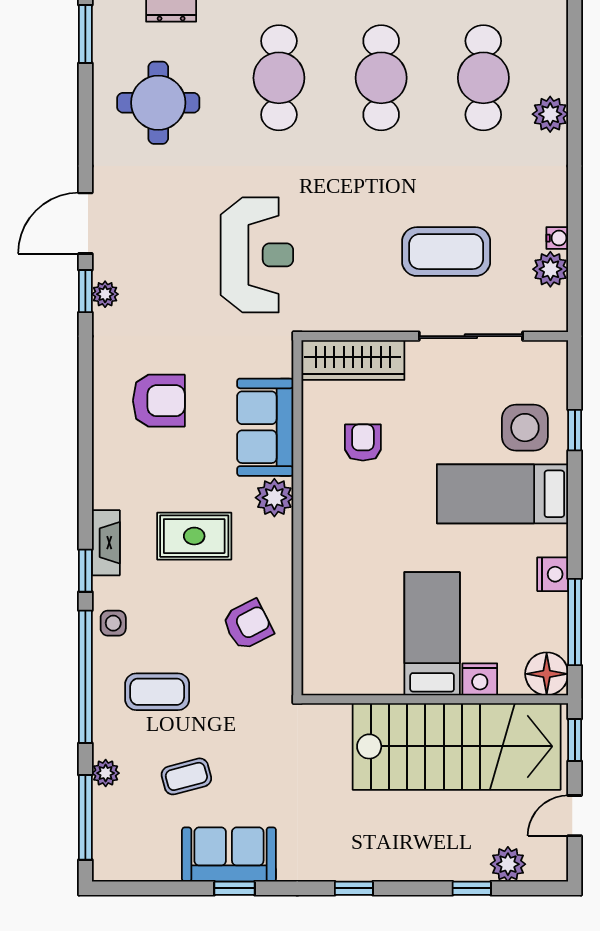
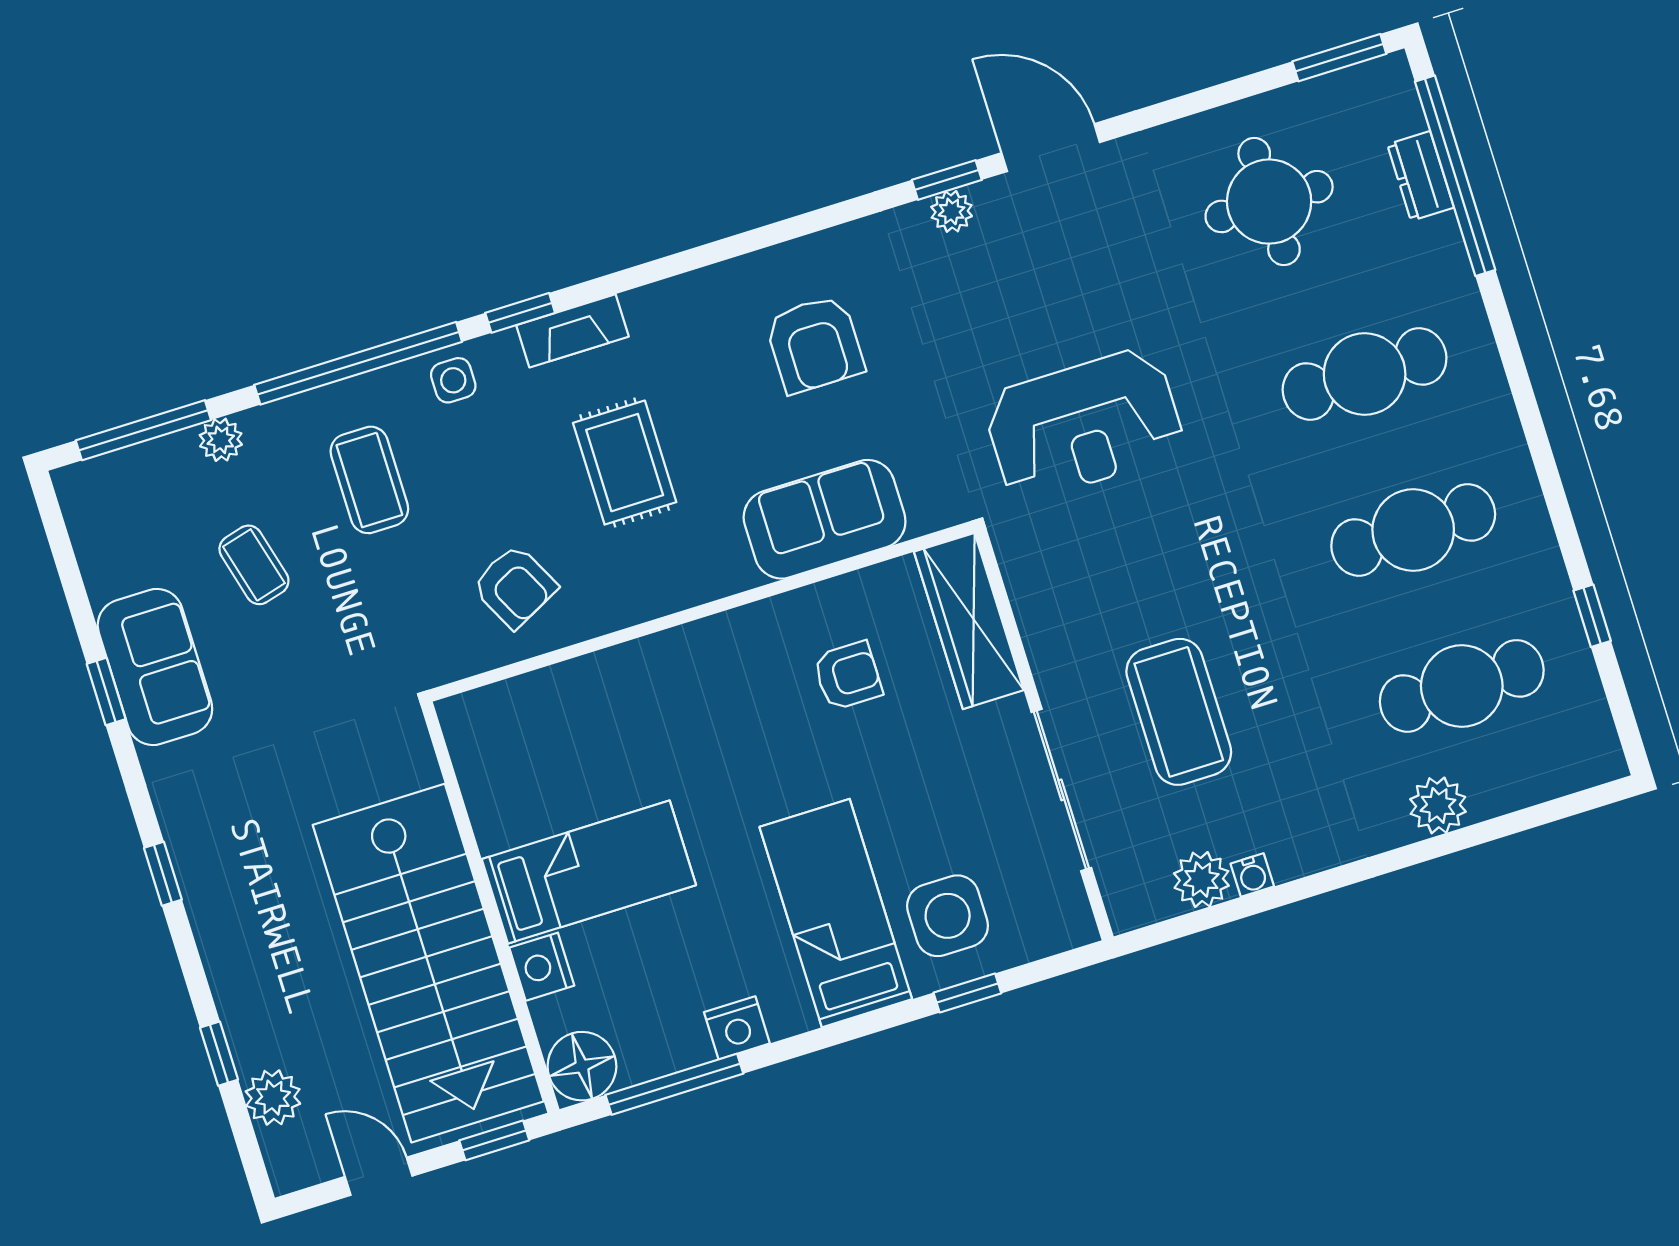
plant: (274, 498) -> (722, 567), removed

